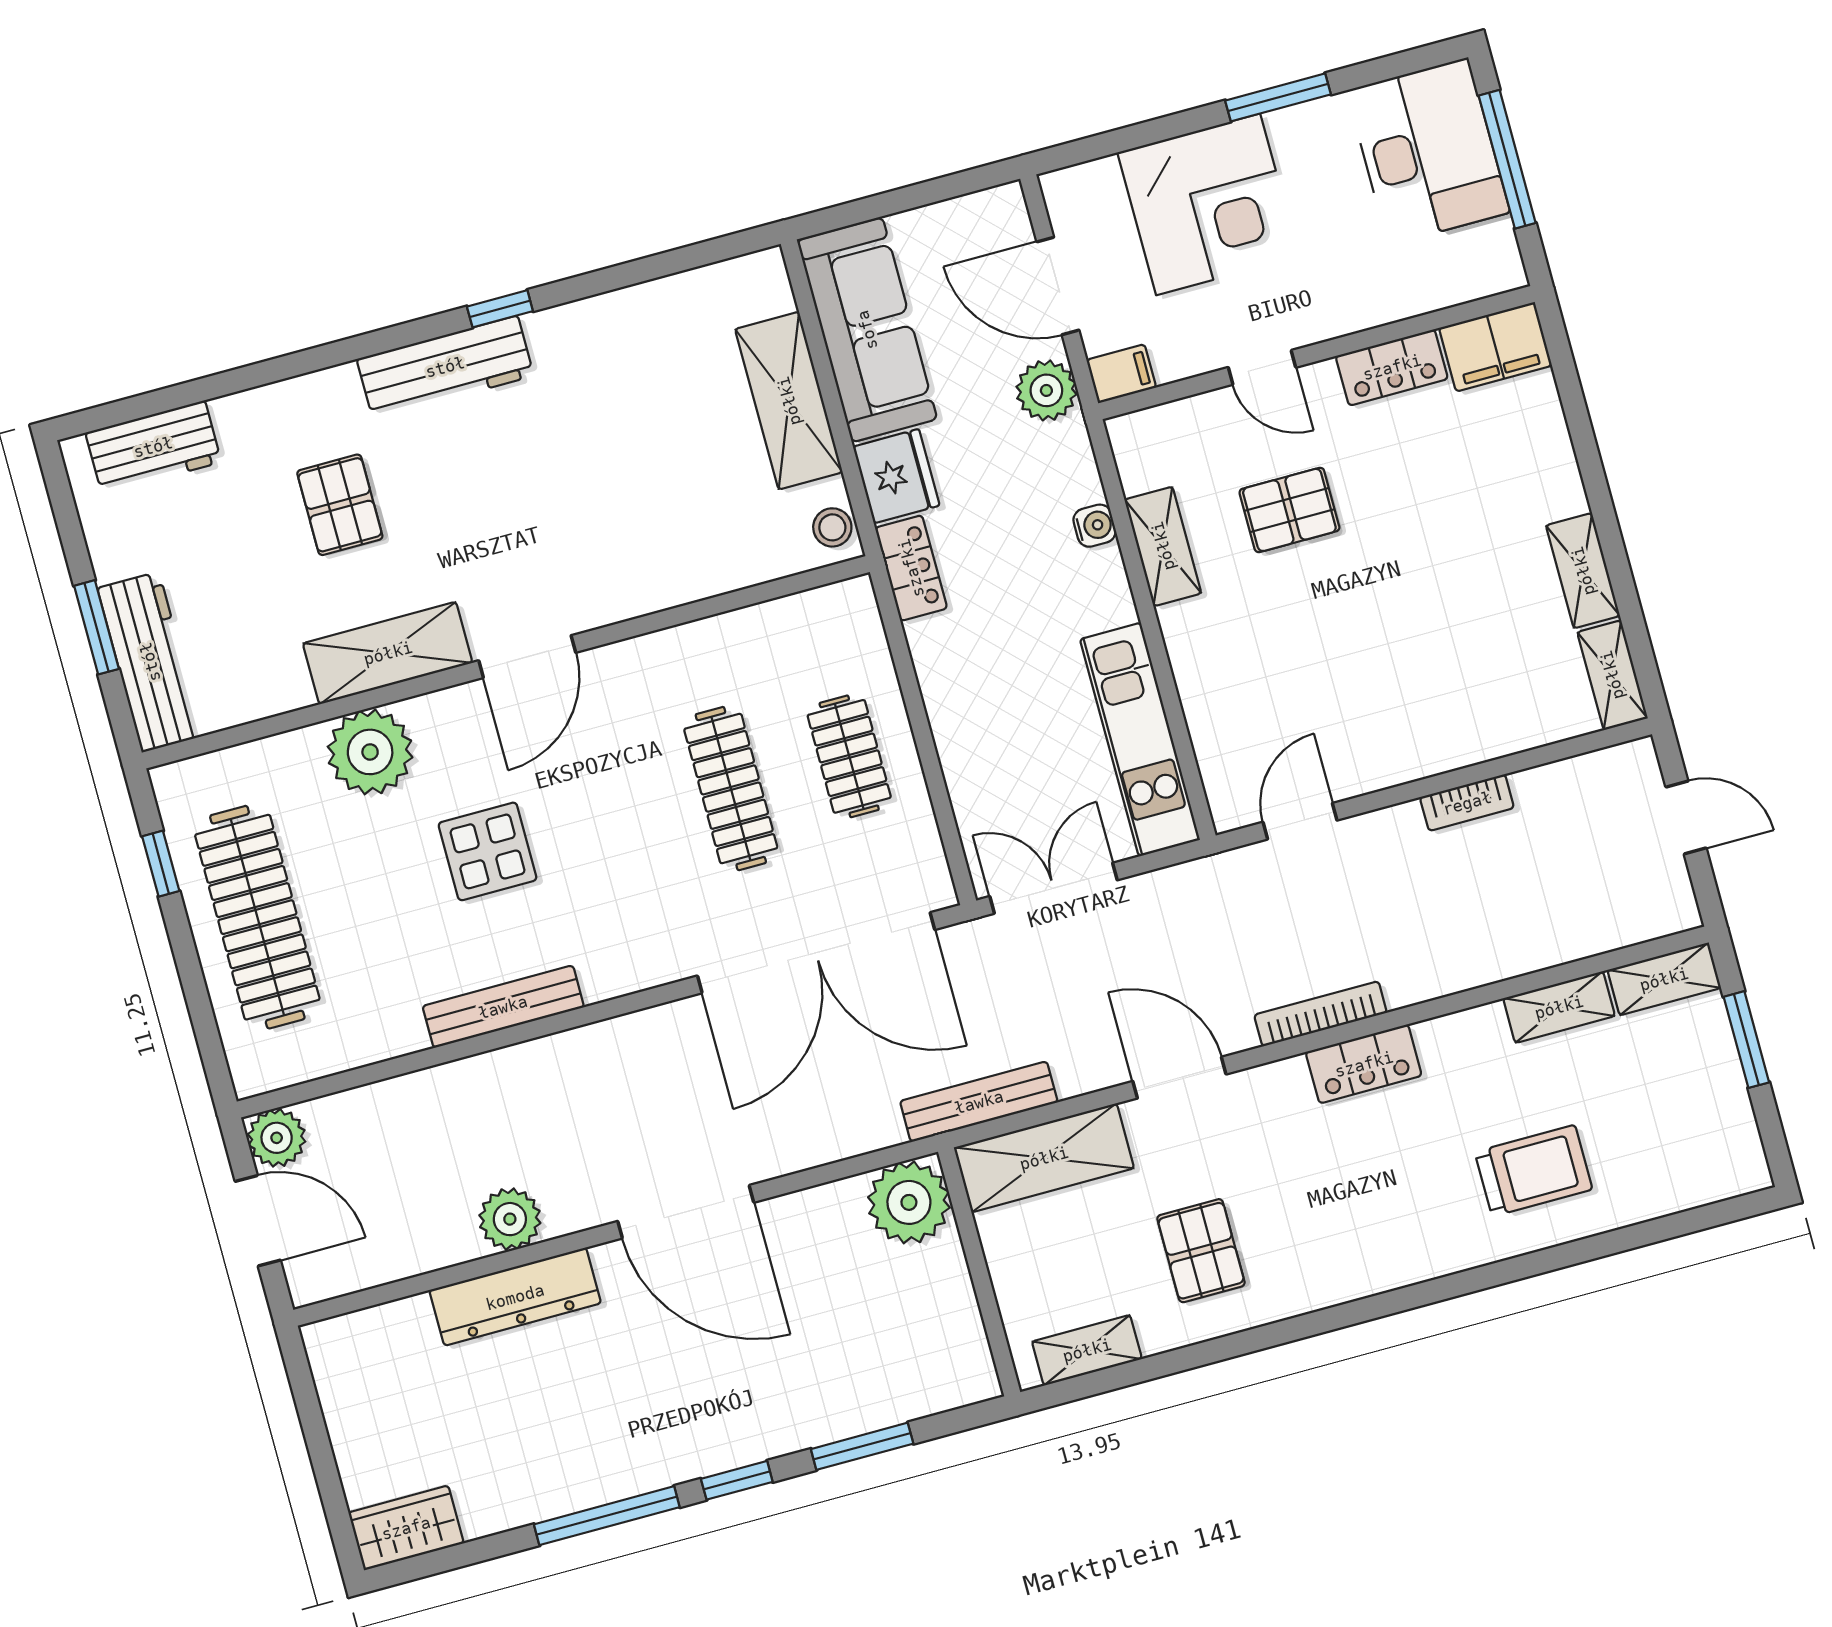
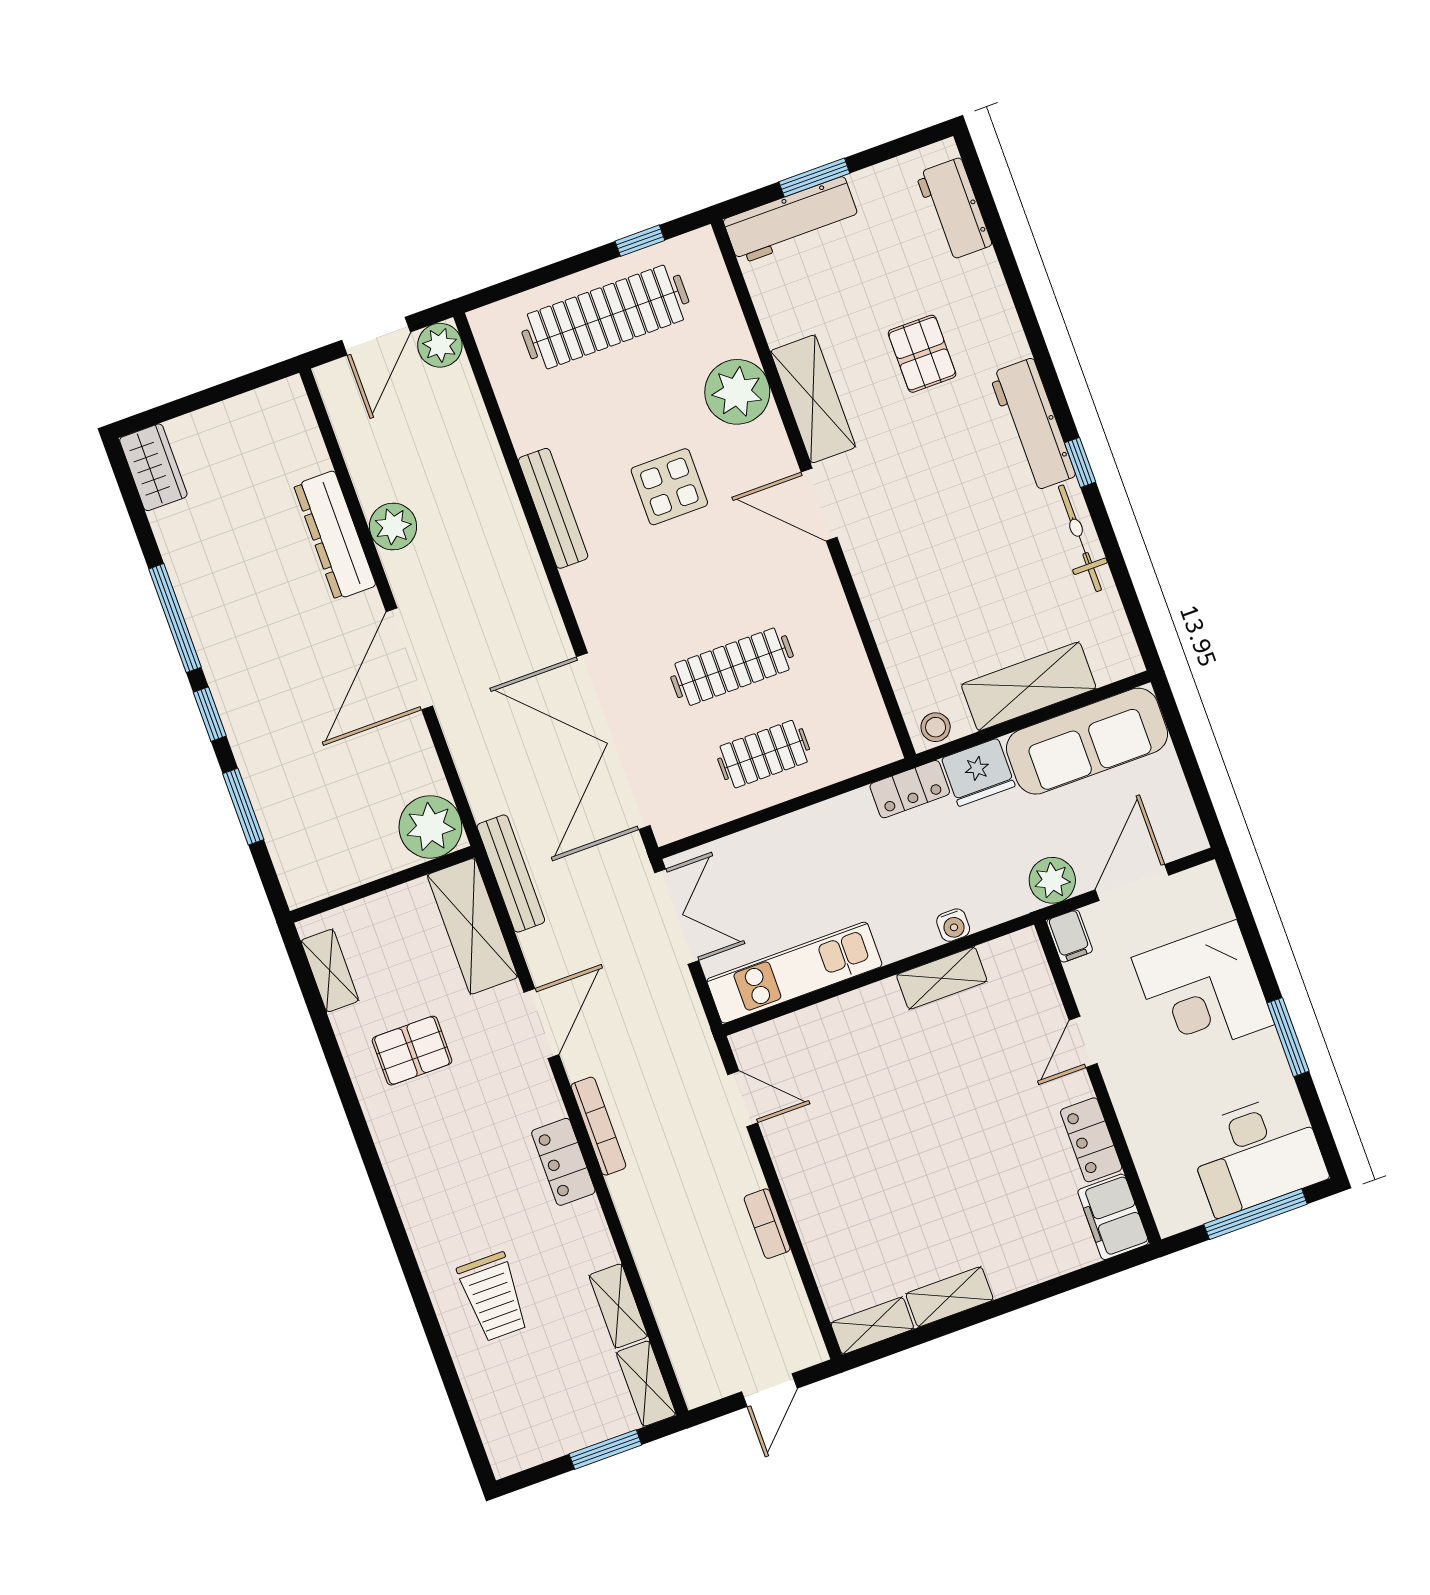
bicycle: (600, 317) -> (1080, 538), added
pallet: (340, 505) -> (922, 354), turned 90
pallet: (1289, 510) -> (977, 1071), removed

